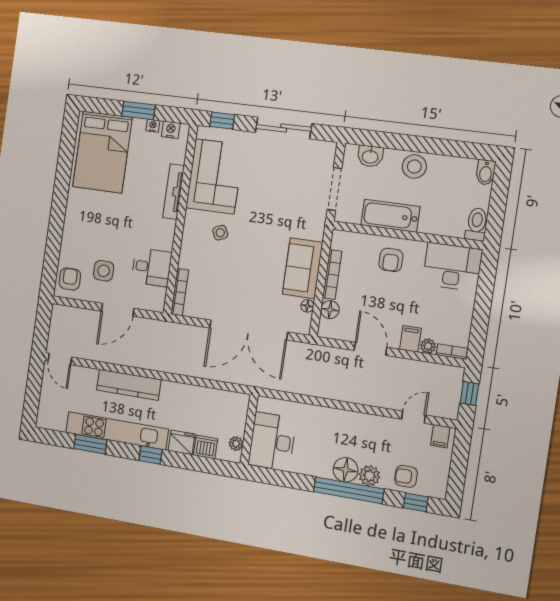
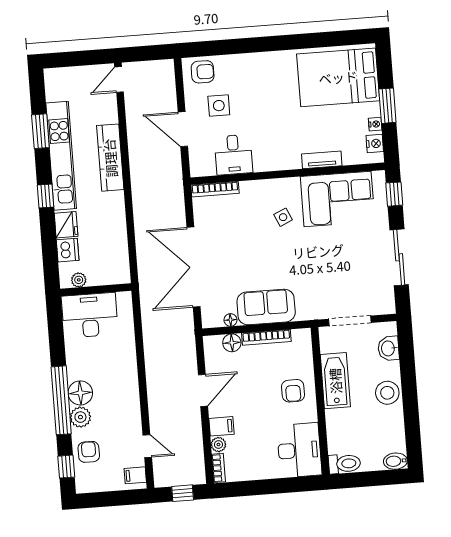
tv unit: (174, 192) -> (322, 160), width x0.71
armchair: (391, 260) -> (293, 391), turned -90

